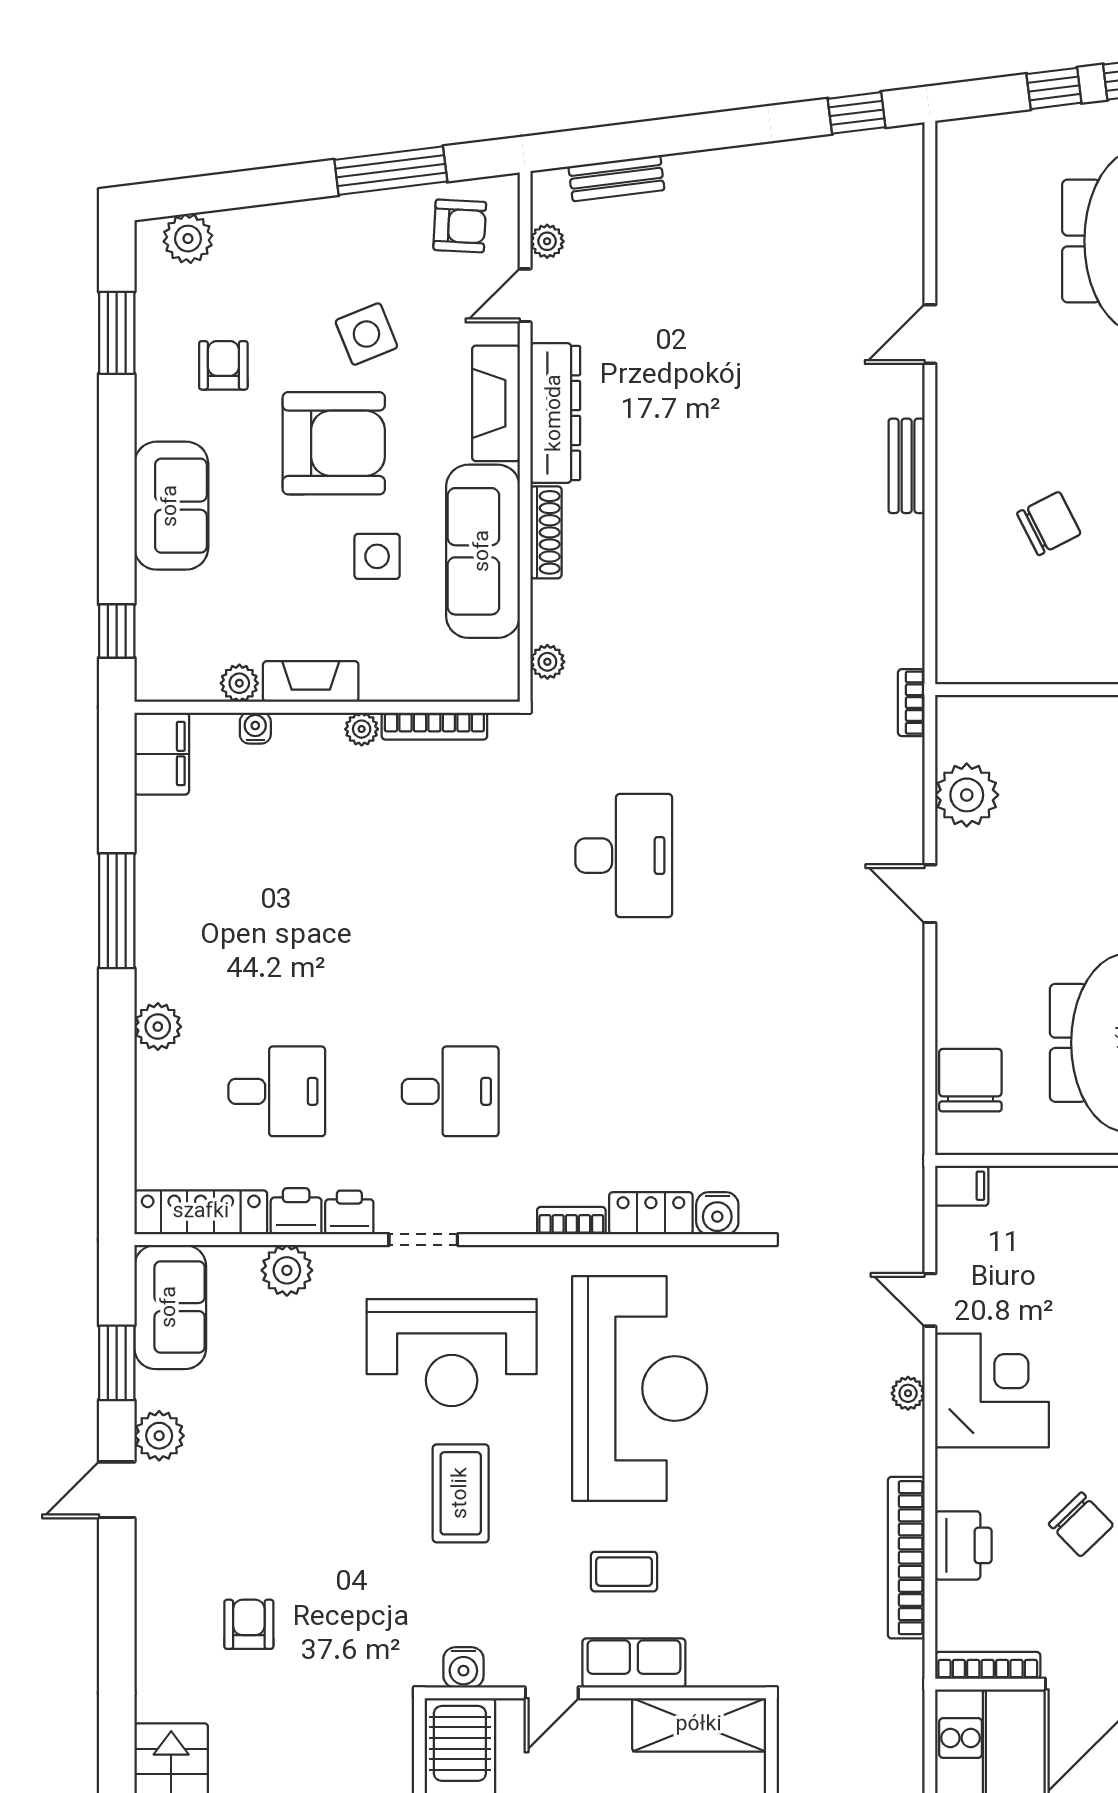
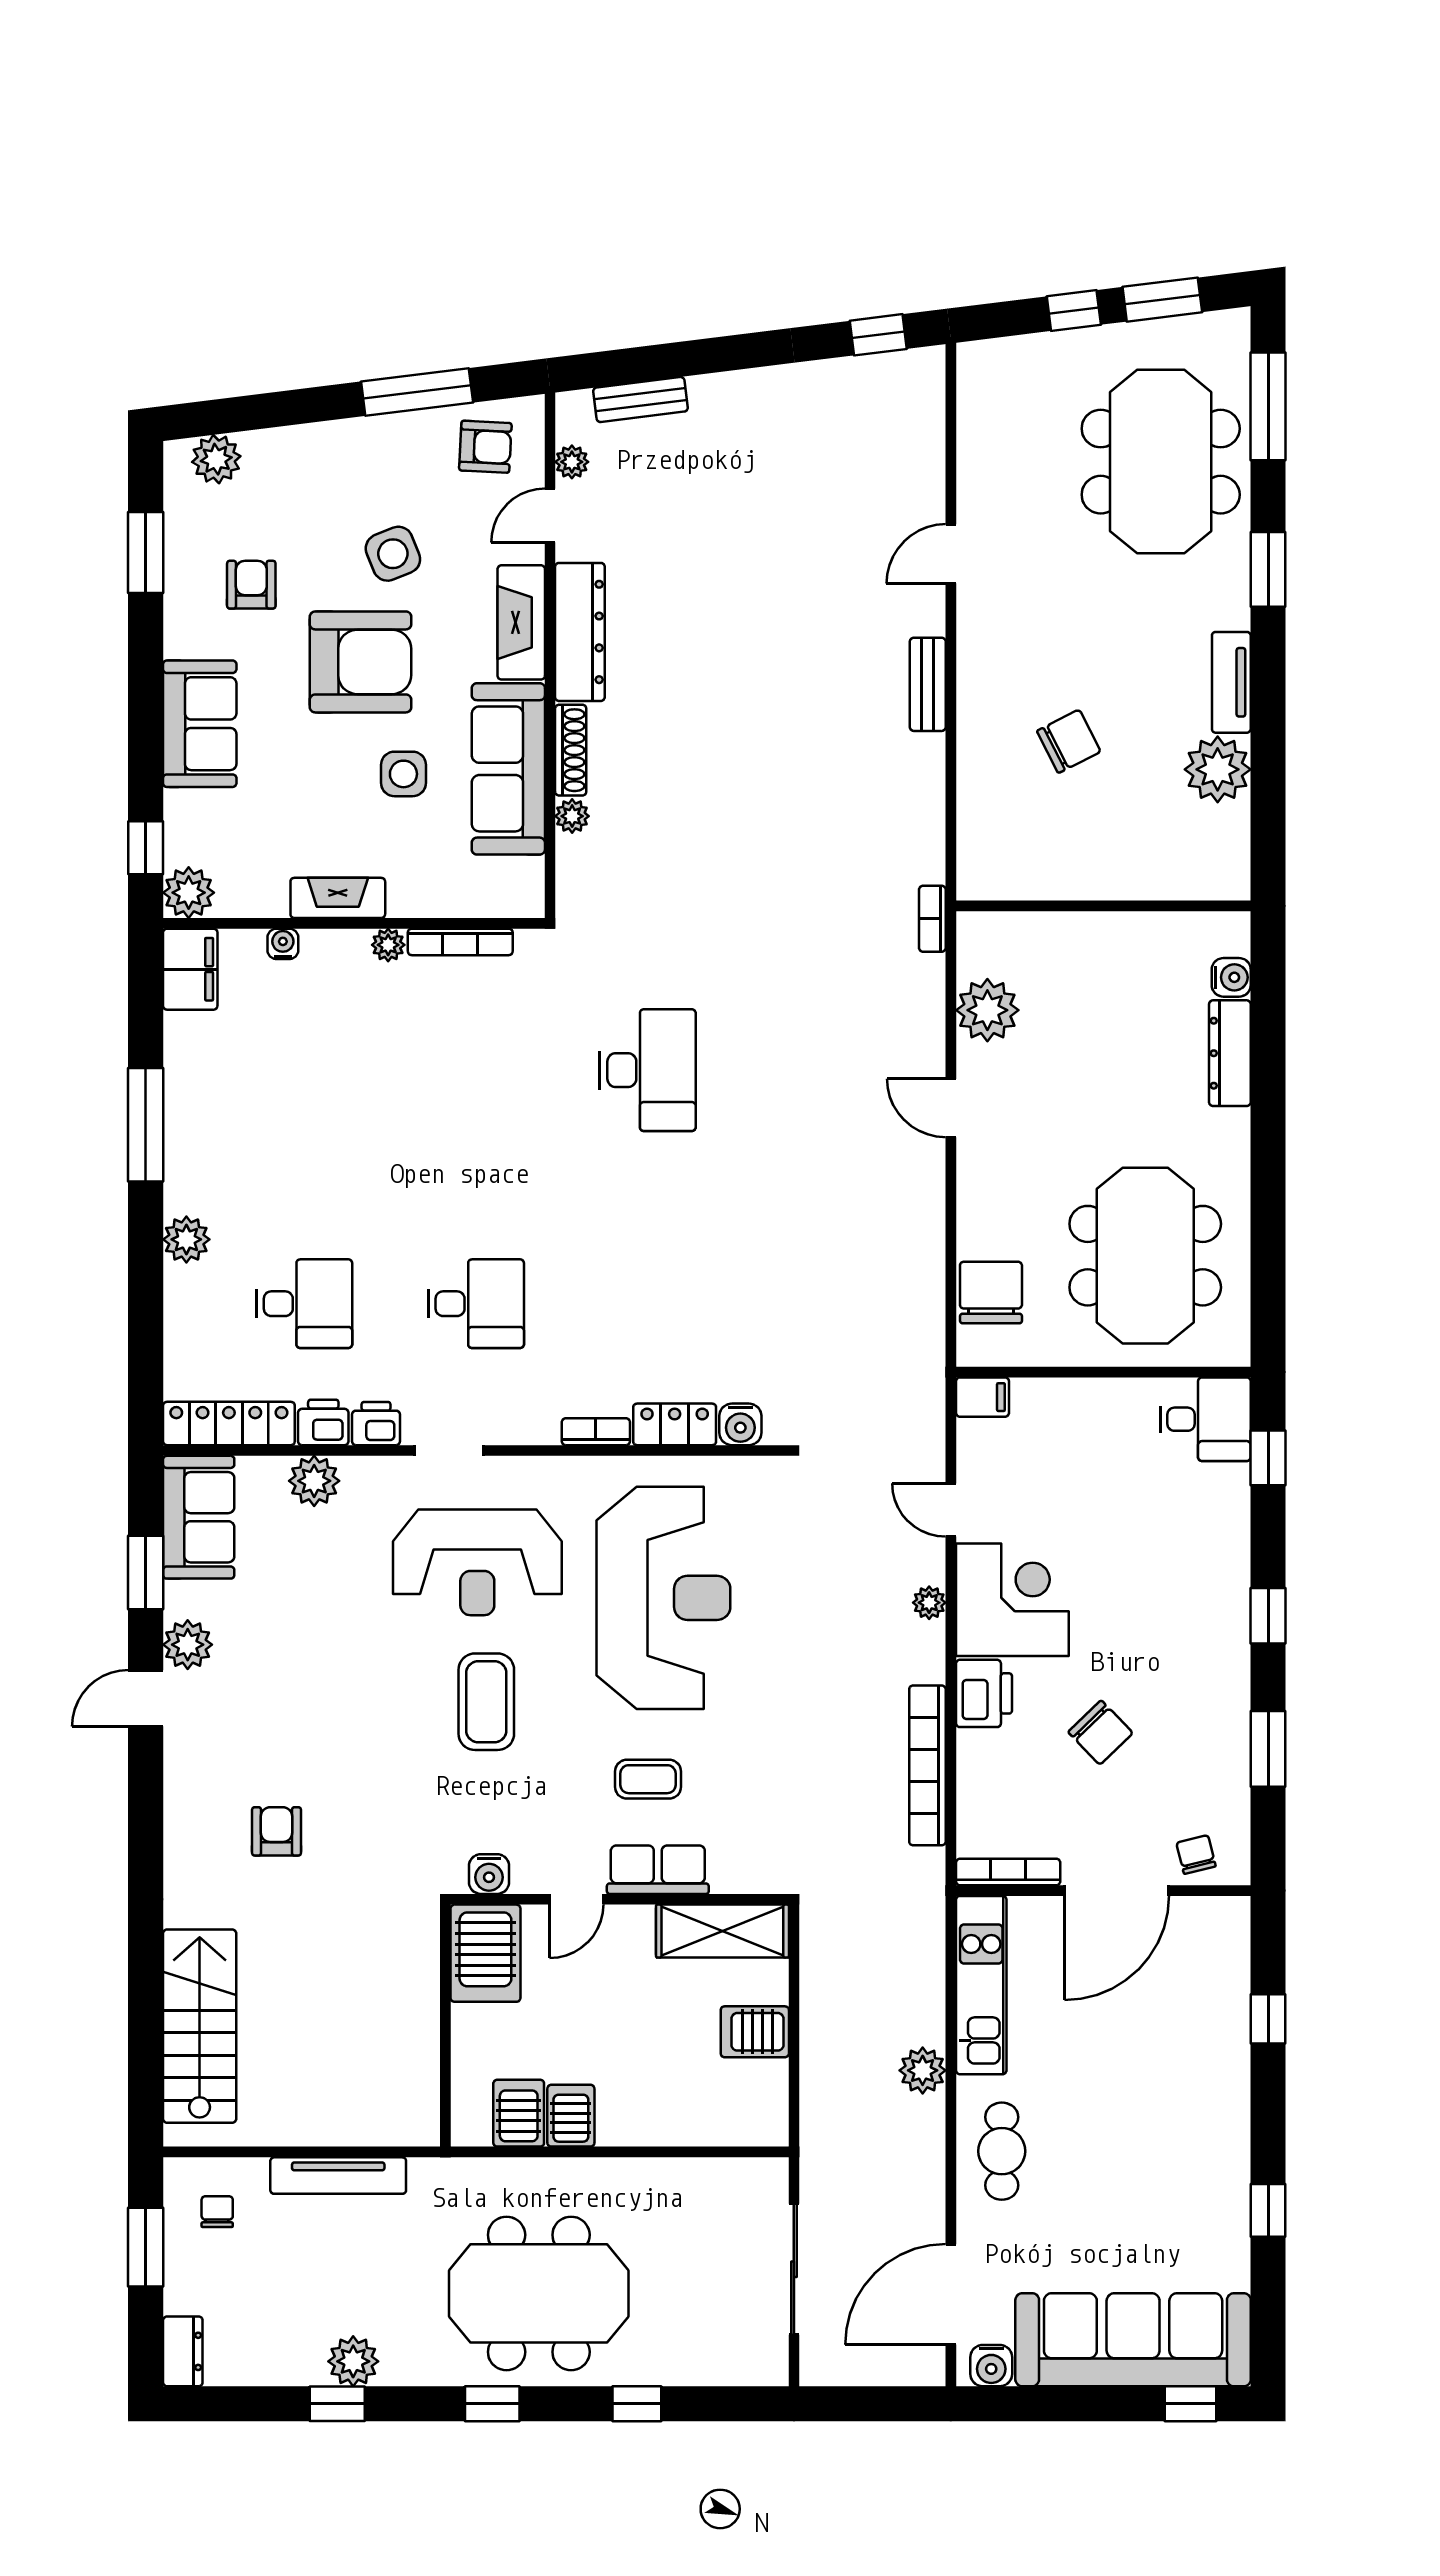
plant: (547, 662) -> (572, 816), moved
plant: (239, 683) -> (189, 893), moved, width x1.38, depth x1.38
printer: (963, 1545) -> (984, 1693), moved

